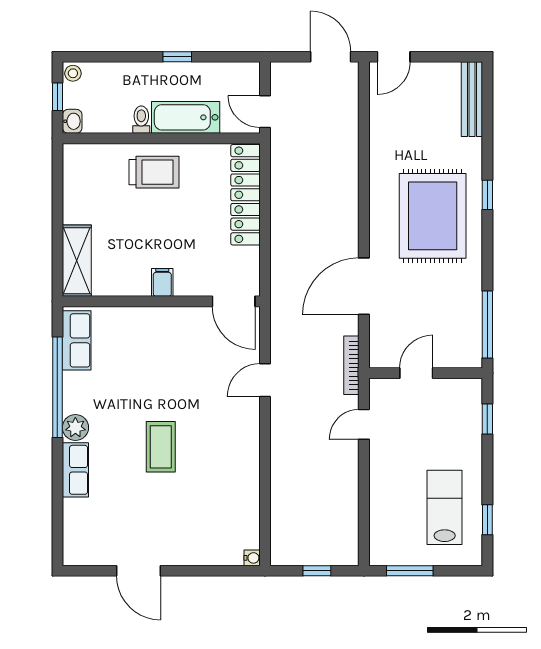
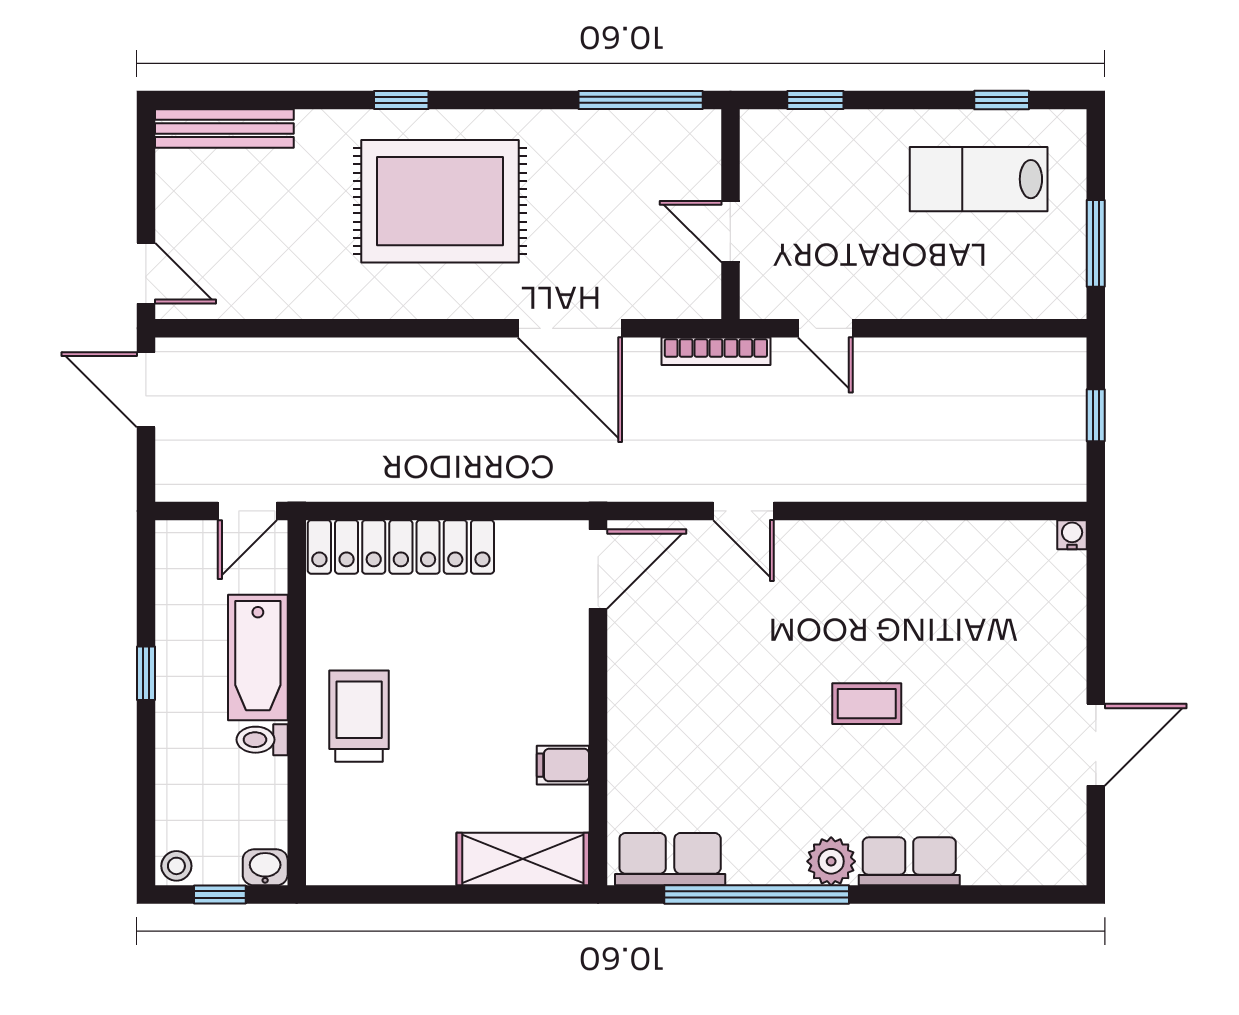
door: (331, 57) -> (146, 390), hinge flipped
filing cabinet: (162, 282) -> (563, 765), moved
coffee table: (161, 447) -> (867, 704), width x0.73, depth x0.77

